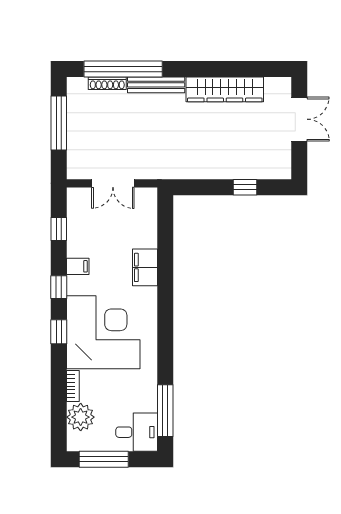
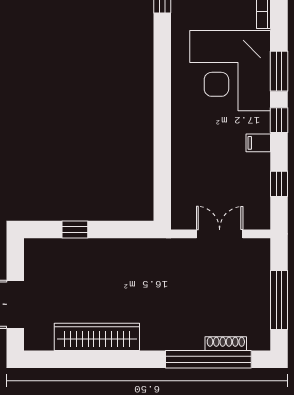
bench: (156, 85) -> (172, 342), removed
filing cabinet: (145, 267) -> (184, 142), removed
window: (59, 332) -> (279, 71), width x1.50

